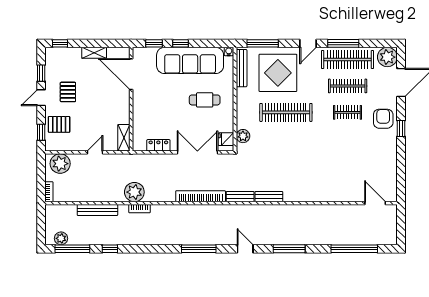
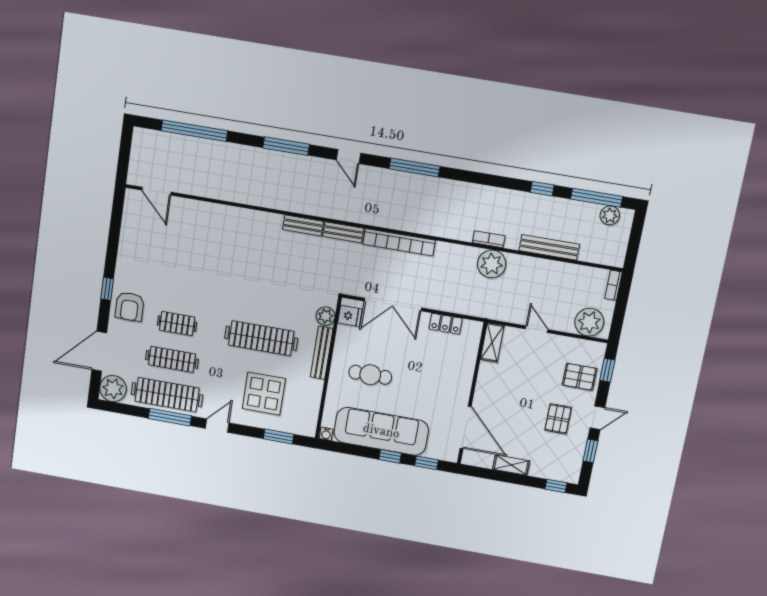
window: (263, 43) -> (279, 437), width x0.69
bench: (242, 68) -> (322, 353), moved
display table: (278, 73) -> (264, 394), width x0.73, depth x0.73
door: (95, 152) -> (537, 329), swing flipped

